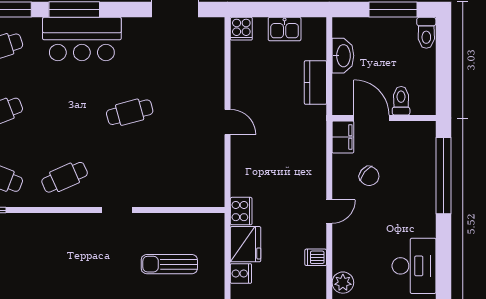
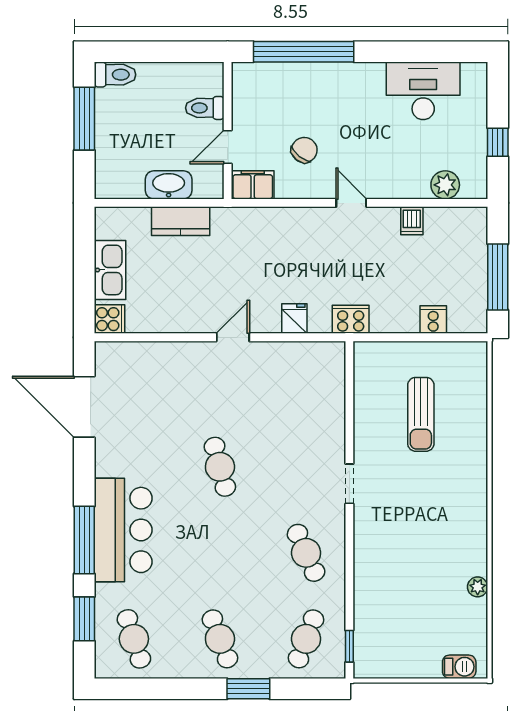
kitchen sink: (285, 29) -> (110, 270), width x1.38
washbasin: (343, 56) -> (169, 185), moved
door: (371, 118) -> (228, 147), width x0.73
fridge: (246, 244) -> (294, 319), moved, width x0.53, depth x0.75

